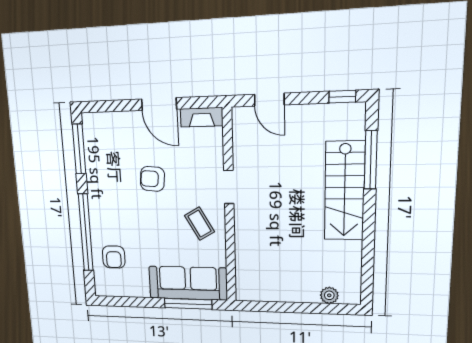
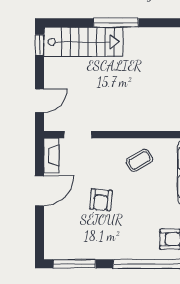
window: (371, 160) -> (116, 23), moved
doorway: (229, 187) -> (78, 135), moved
stairs: (345, 191) -> (83, 42), moved

